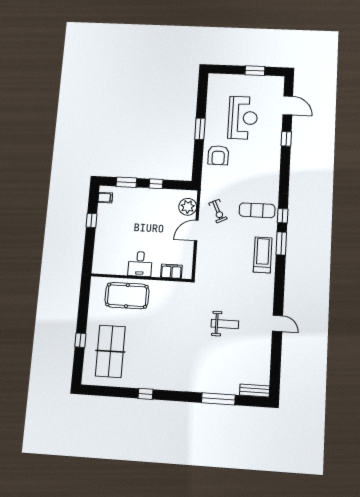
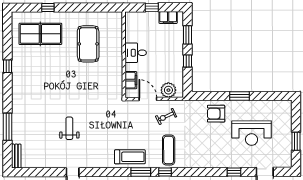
filing cabinet: (105, 198) -> (168, 18), width x2.00
desk: (140, 264) -> (136, 53), moved
filing cabinet: (171, 271) -> (131, 80), moved
wall: (141, 278) -> (124, 55), moved
weight bench: (225, 324) -> (69, 128), turned 180

